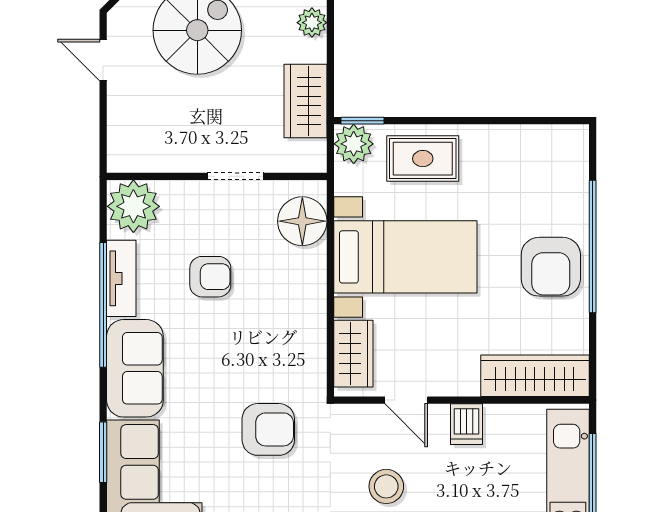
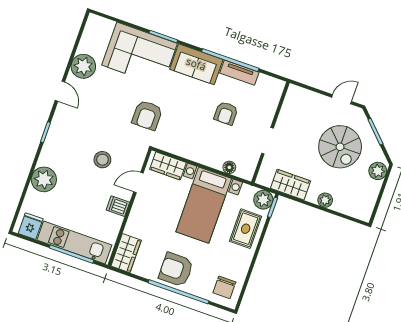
chair: (552, 160) -> (224, 287), added
plant: (133, 206) -> (270, 90), removed
floor lamp: (302, 221) -> (229, 167), width x0.53, depth x0.53
wardrobe: (535, 376) -> (126, 253), width x0.67

